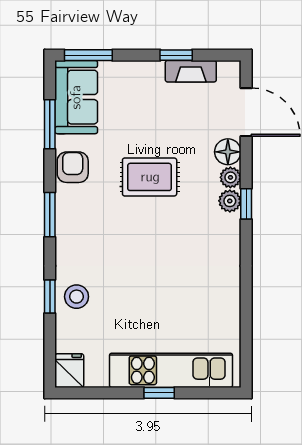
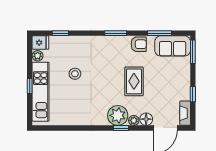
fireplace: (191, 71) -> (185, 113), moved
plant: (230, 201) -> (118, 115), width x1.87, depth x1.87
window: (50, 296) -> (60, 33), moved
stool: (77, 297) -> (75, 74), moved
plant: (97, 377) -> (38, 56), added

